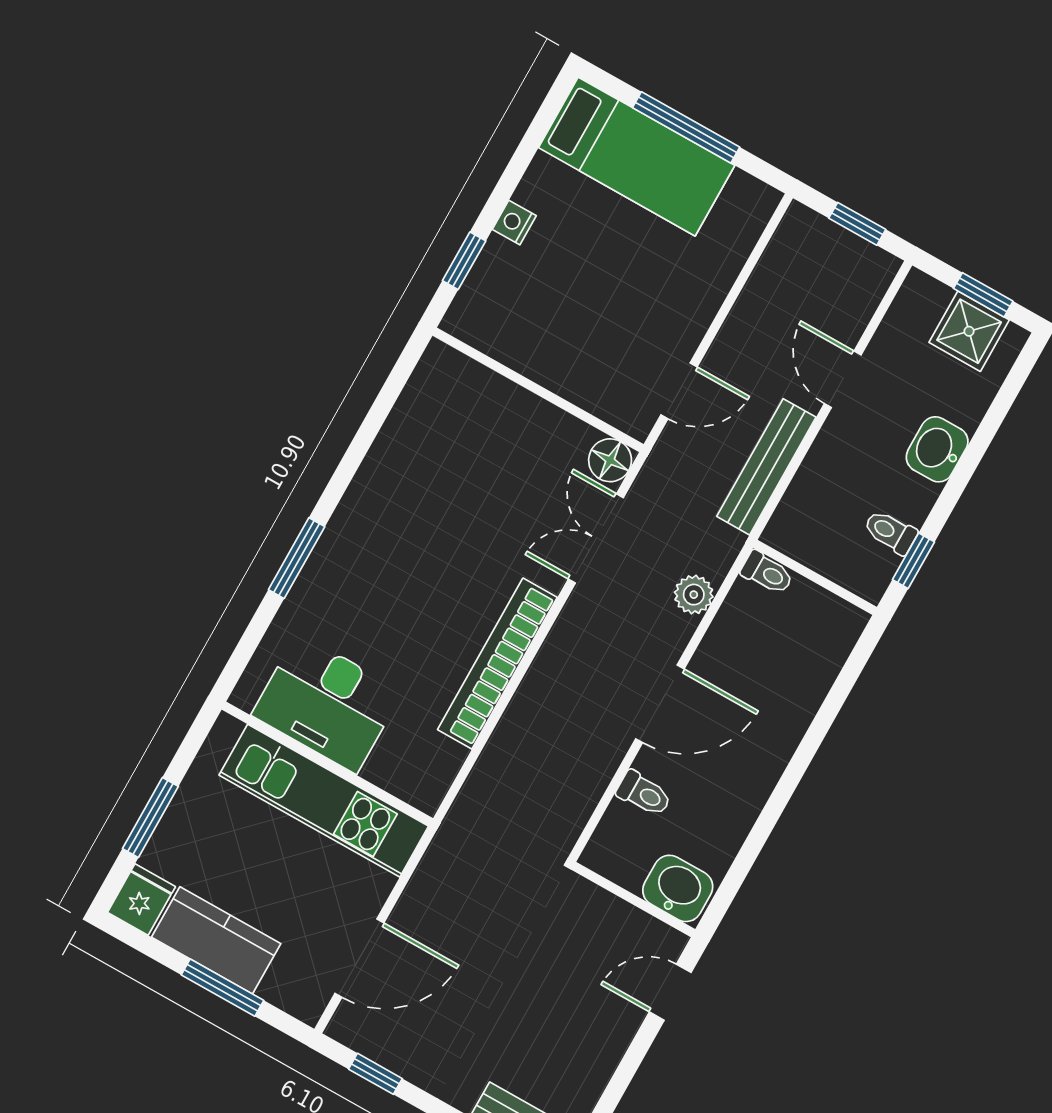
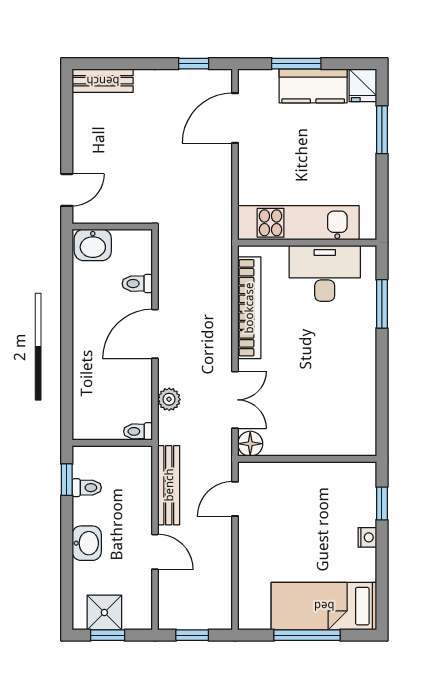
desk: (327, 703) -> (325, 273), moved
wall: (327, 764) -> (307, 243), moved
kitchen unit: (324, 801) -> (298, 223), moved

